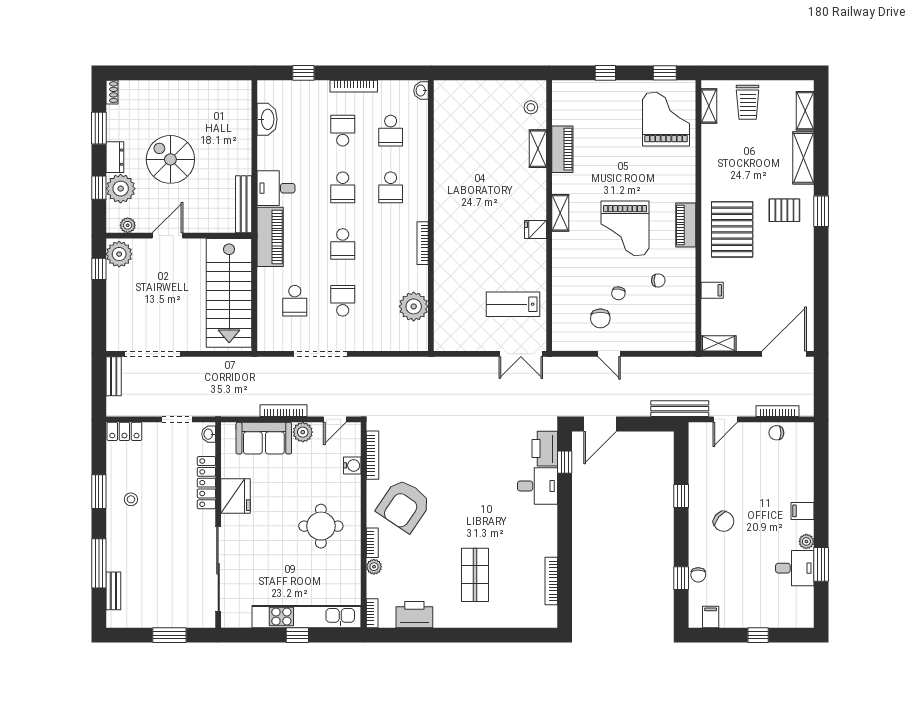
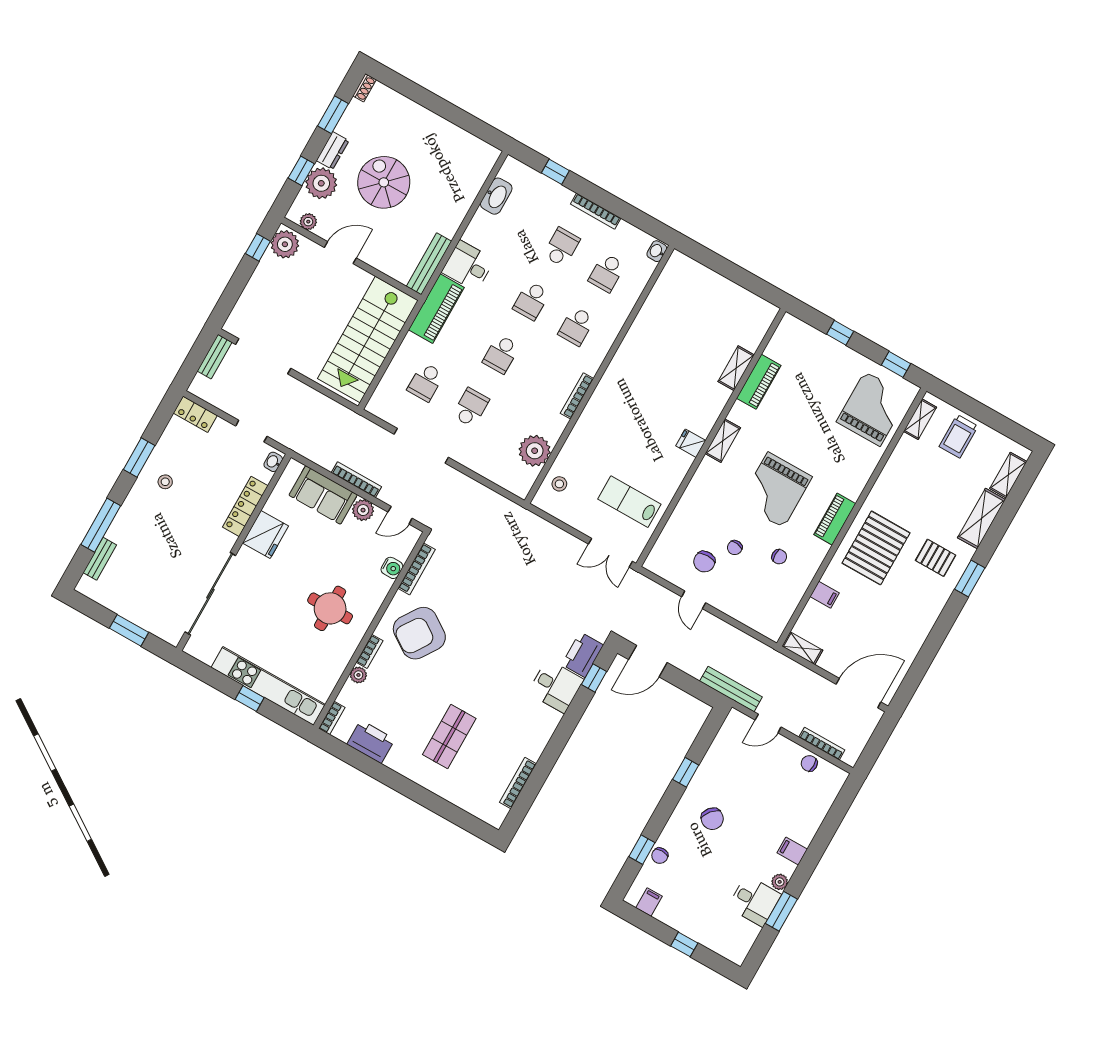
stool: (531, 107) -> (559, 484), moved

